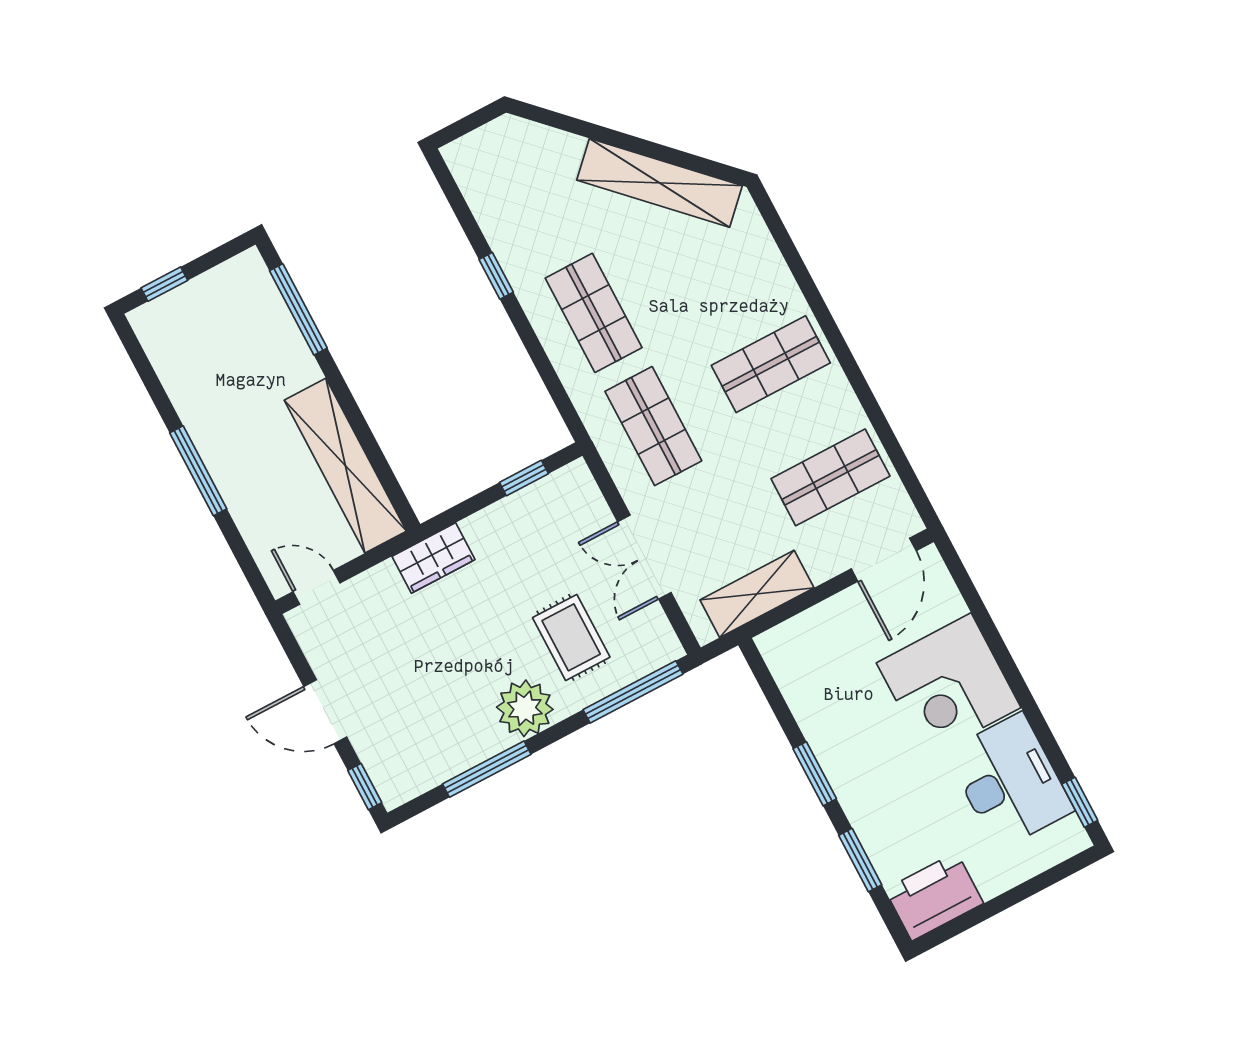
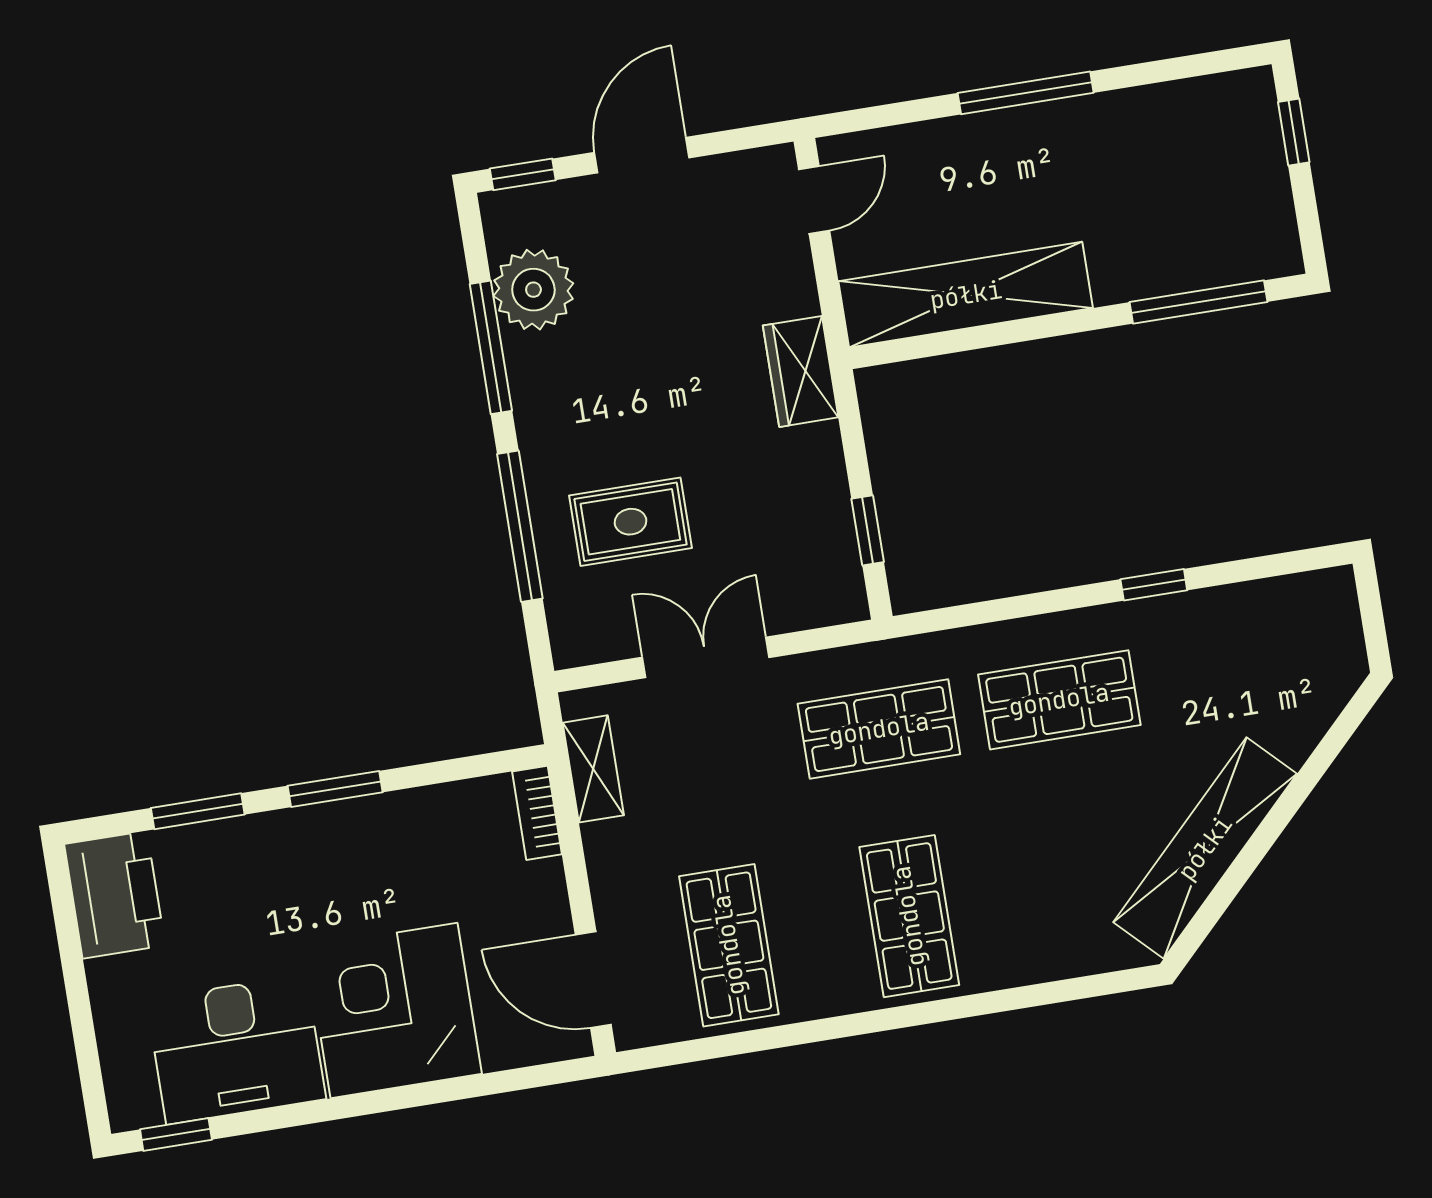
shelving: (757, 594) -> (593, 769), width x0.67, depth x0.75
bookcase: (785, 634) -> (537, 813), added
window: (633, 692) -> (520, 526), moved
plant: (525, 708) -> (533, 290), moved

